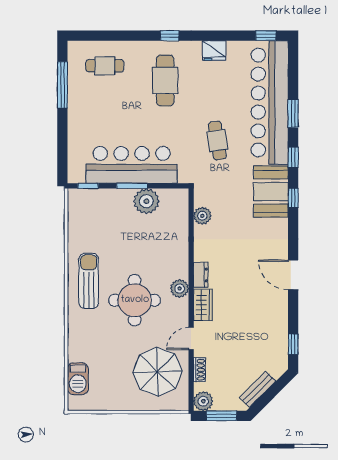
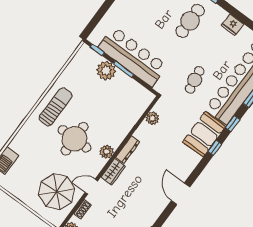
plant: (146, 201) -> (106, 71), moved
dresser: (201, 275) -> (128, 150), width x1.44

